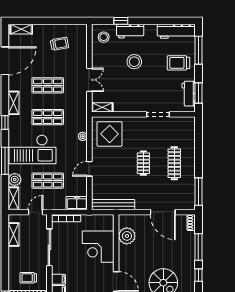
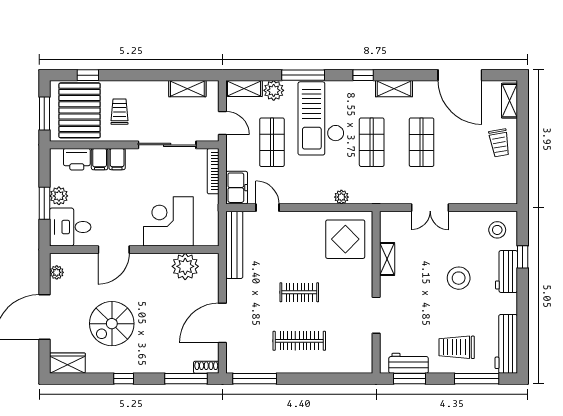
trolley: (59, 44) -> (499, 143), moved
trolley: (178, 63) -> (457, 347), turned -90
shelving: (102, 107) -> (387, 259), moved
door: (89, 169) -> (268, 208), moved
window: (198, 247) -> (186, 379), moved

